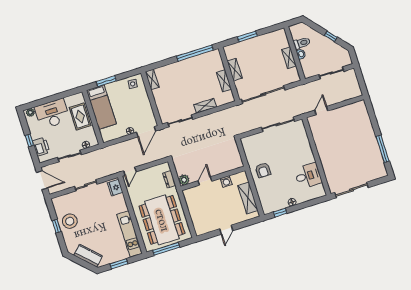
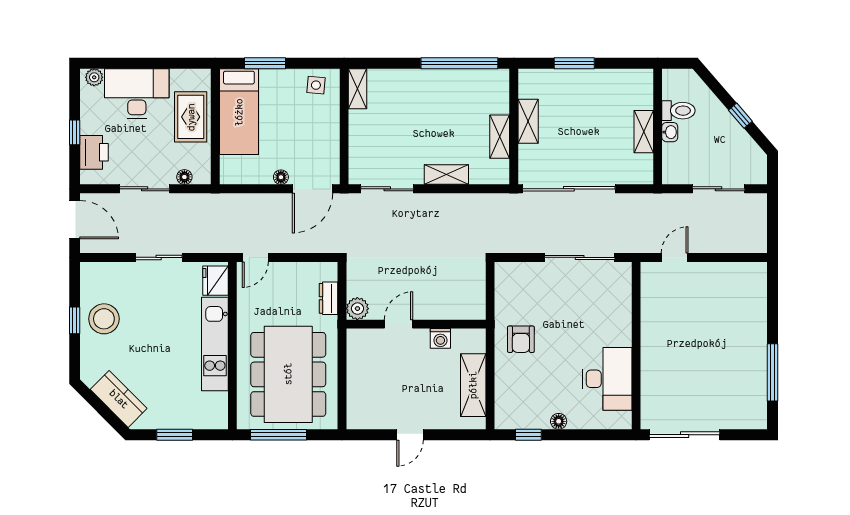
desk: (308, 176) -> (607, 379), width x1.37
kitchen unit: (130, 234) -> (215, 344), moved

